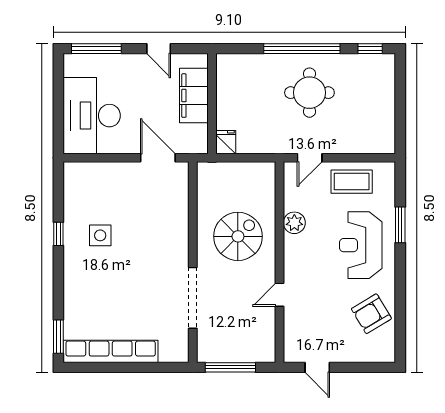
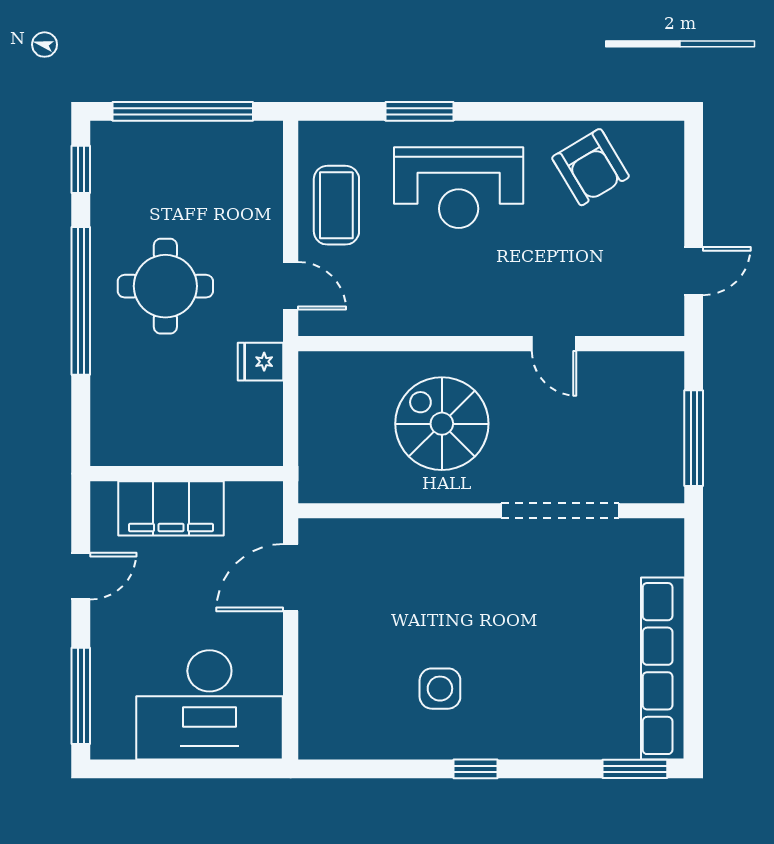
window: (400, 102) -> (183, 111), added
fridge: (226, 142) -> (261, 362), moved
plant: (294, 223) -> (416, 315), removed
window: (58, 234) -> (476, 769), moved

